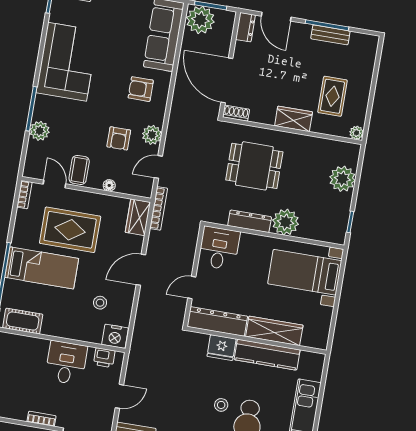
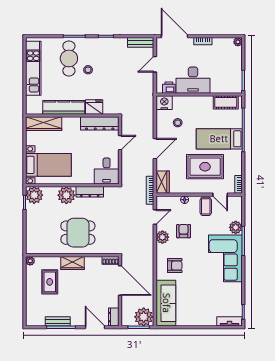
corner sofa: (67, 62) -> (225, 258), moved
dining table: (254, 166) -> (78, 233), moved
plant: (342, 179) -> (34, 195), moved
wardrobe: (274, 331) -> (44, 124), moved
desk: (66, 363) -> (193, 80), width x1.37

